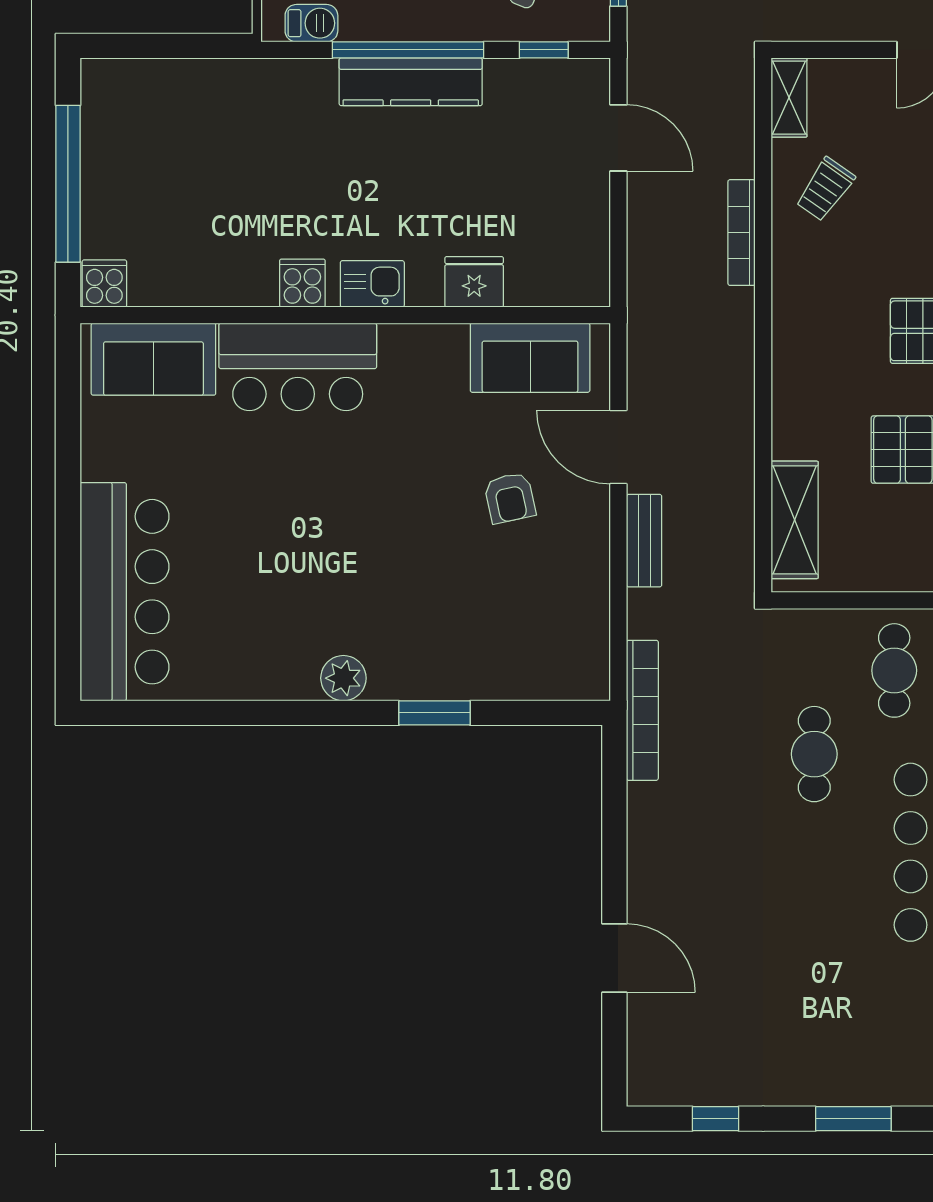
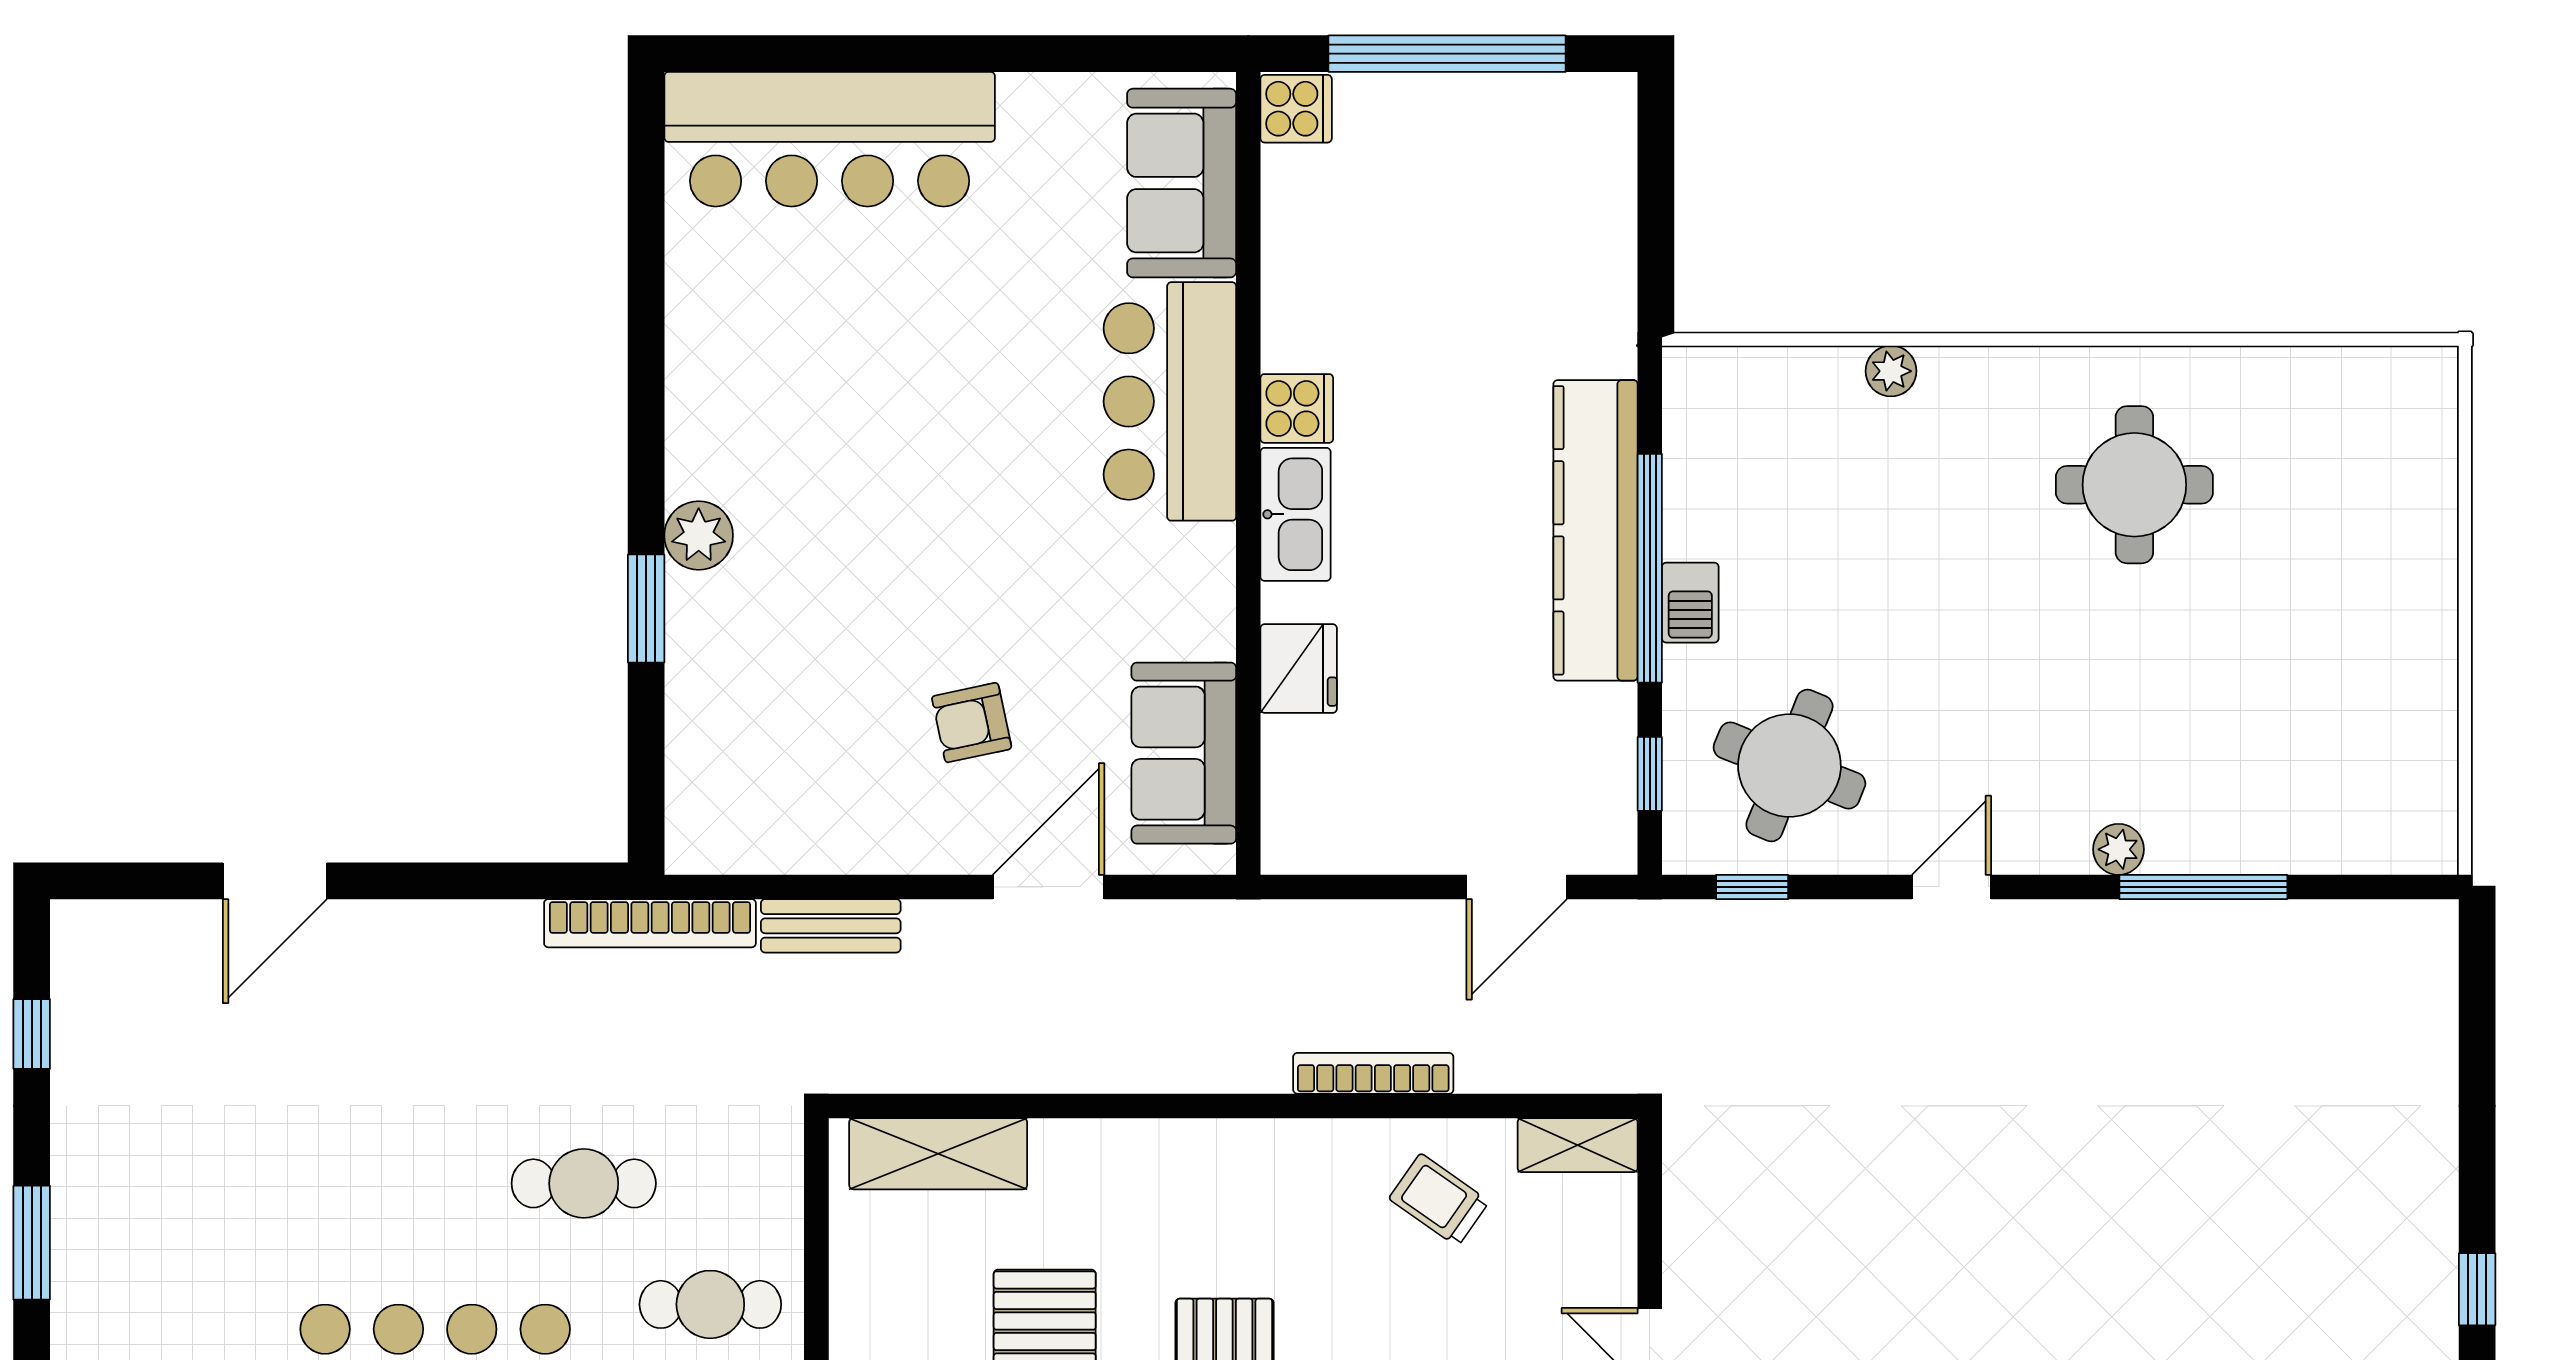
barbecue: (311, 23) -> (1690, 603), moved
kitchen counter: (411, 82) -> (1596, 530), width x1.39, depth x1.17
kitchen sink: (372, 284) -> (1296, 514), width x1.38
bench: (644, 541) -> (831, 926), moved
plant: (343, 678) -> (699, 535), moved

